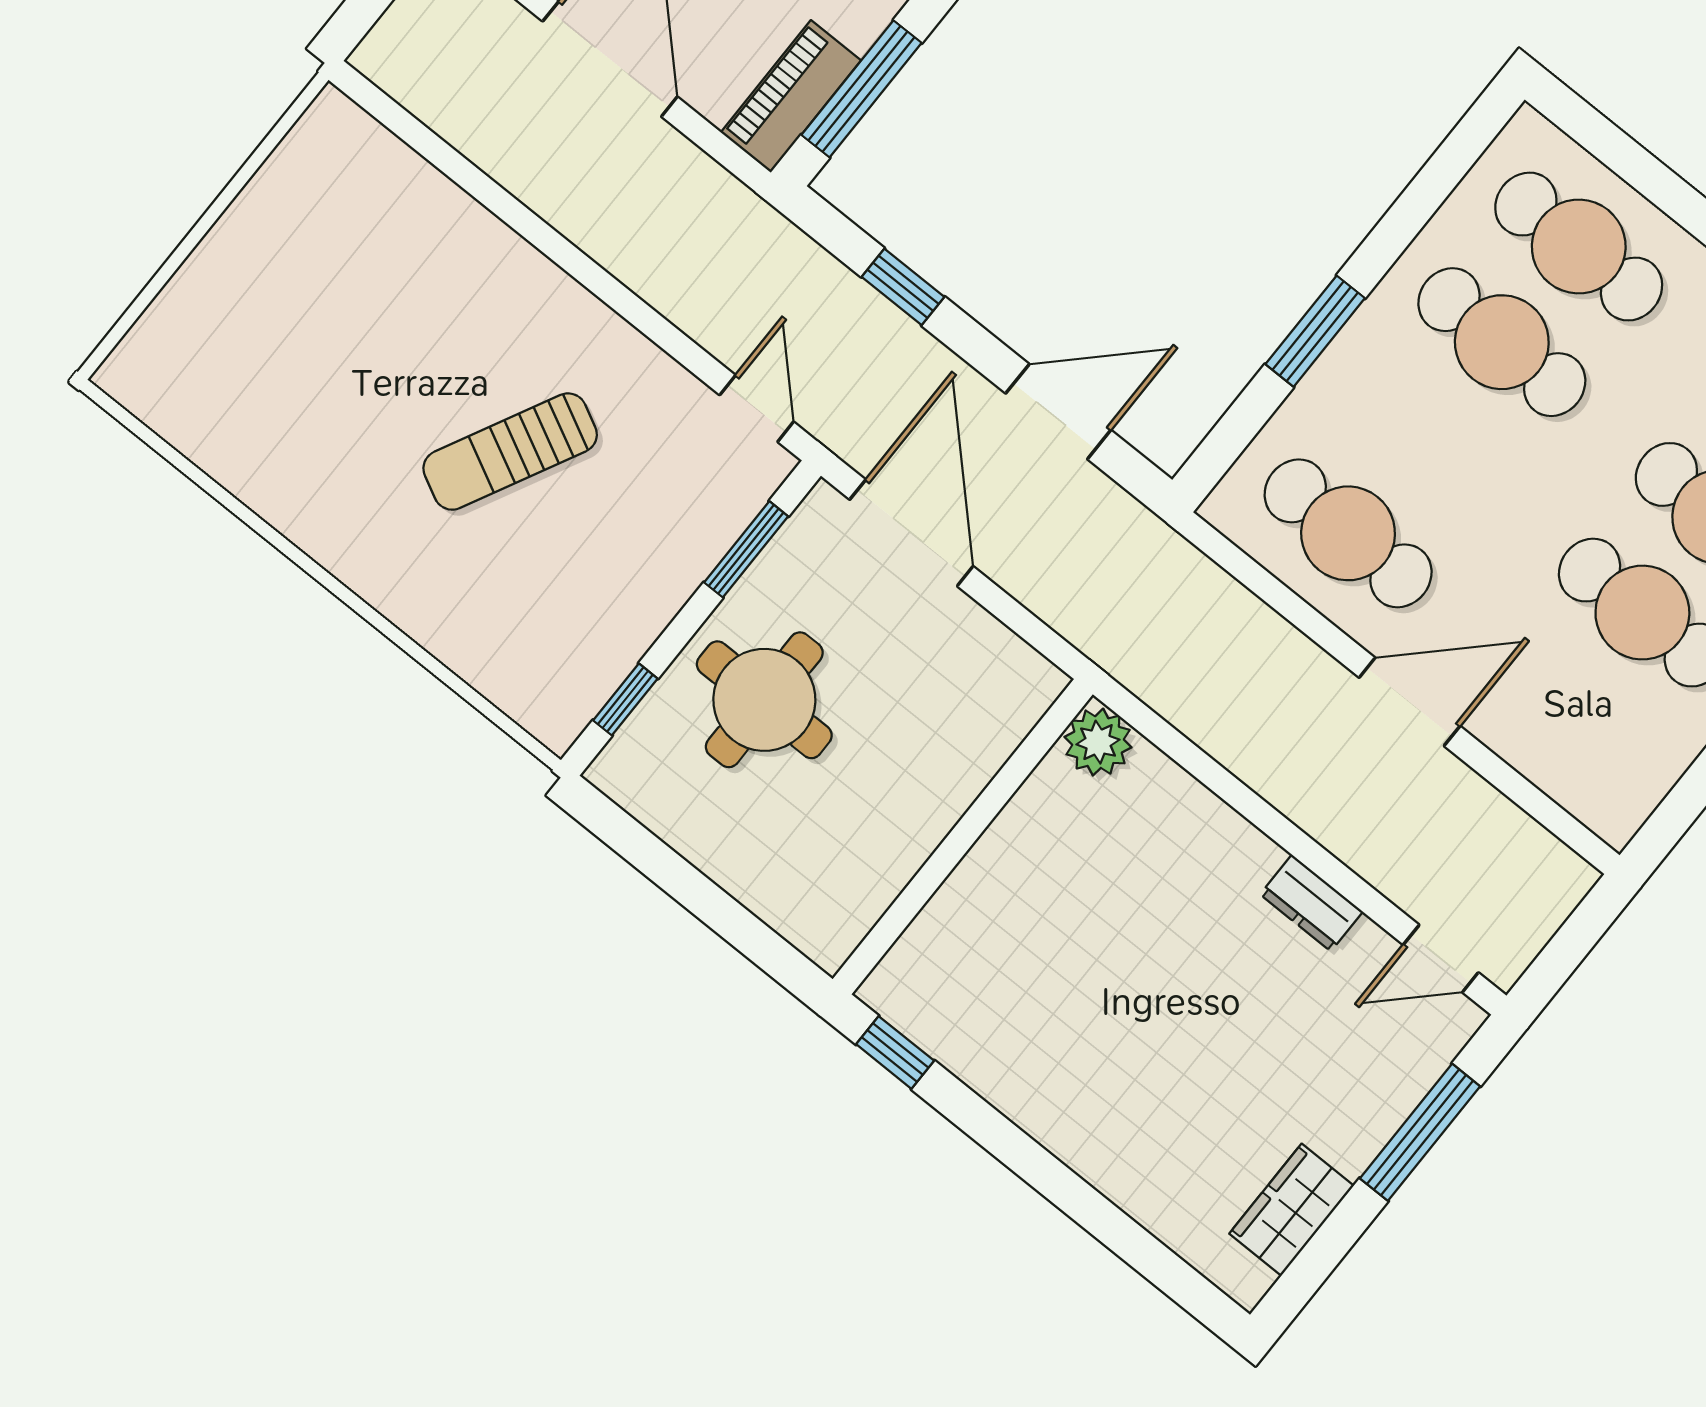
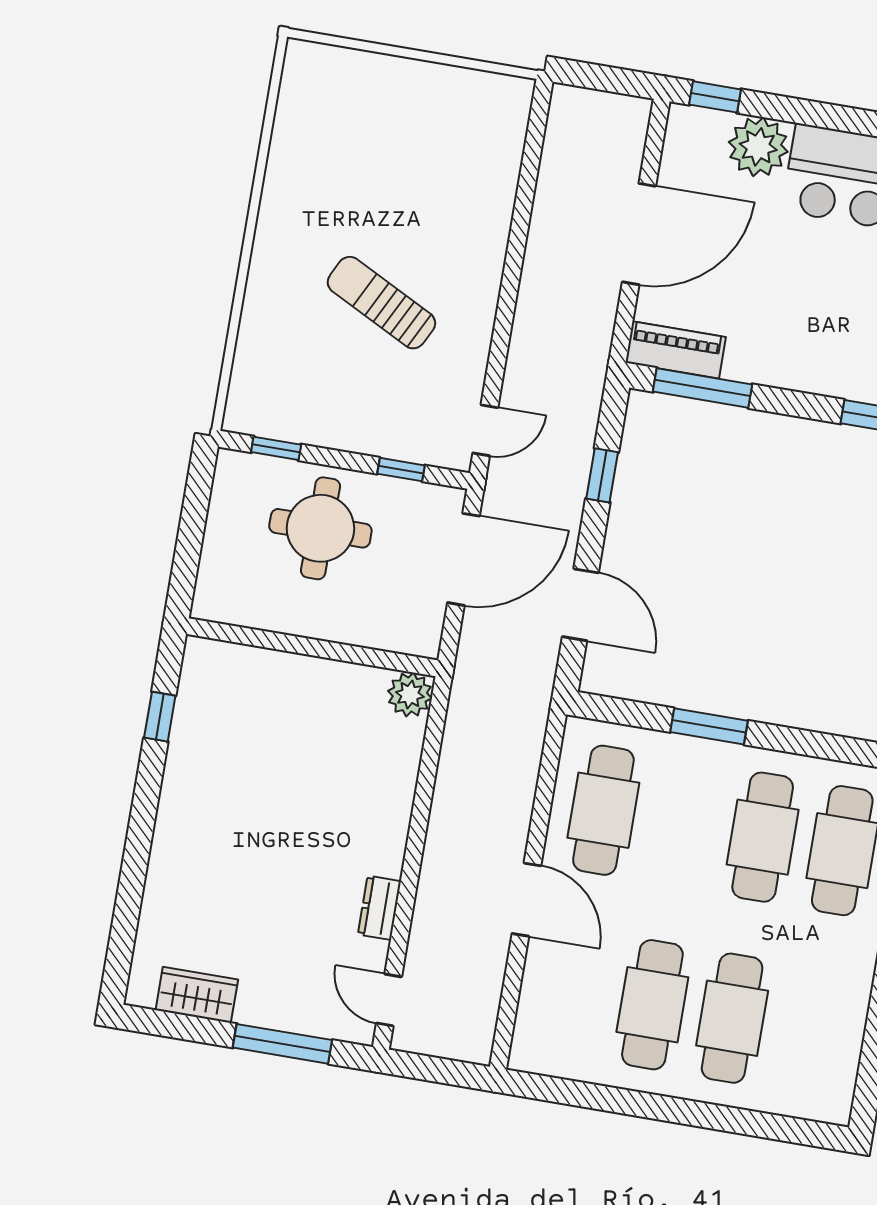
window: (746, 549) -> (401, 470), width x0.67
plant: (1098, 742) -> (410, 695), moved
wall: (963, 837) -> (312, 647), moved

